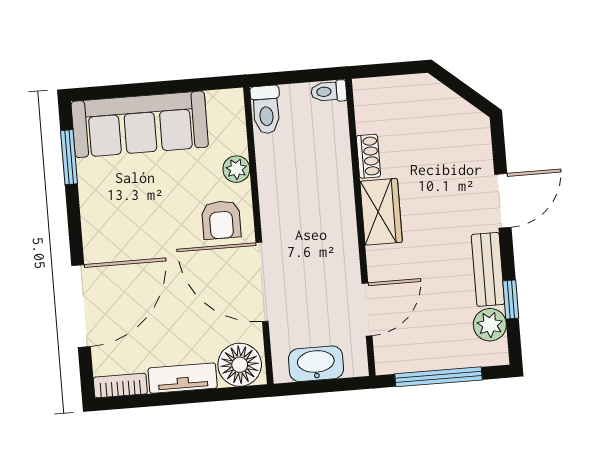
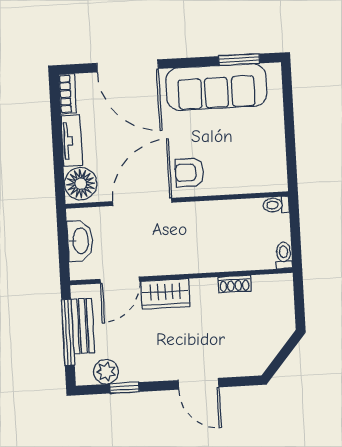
toilet: (266, 110) -> (276, 205), width x0.73, depth x0.72
sofa: (140, 124) -> (216, 87), moved, turned -90
plant: (236, 169) -> (227, 185), removed
wardrobe: (381, 212) -> (165, 294), moved
bench: (488, 269) -> (83, 326), moved, turned 90
door: (367, 309) -> (120, 280), hinge flipped

